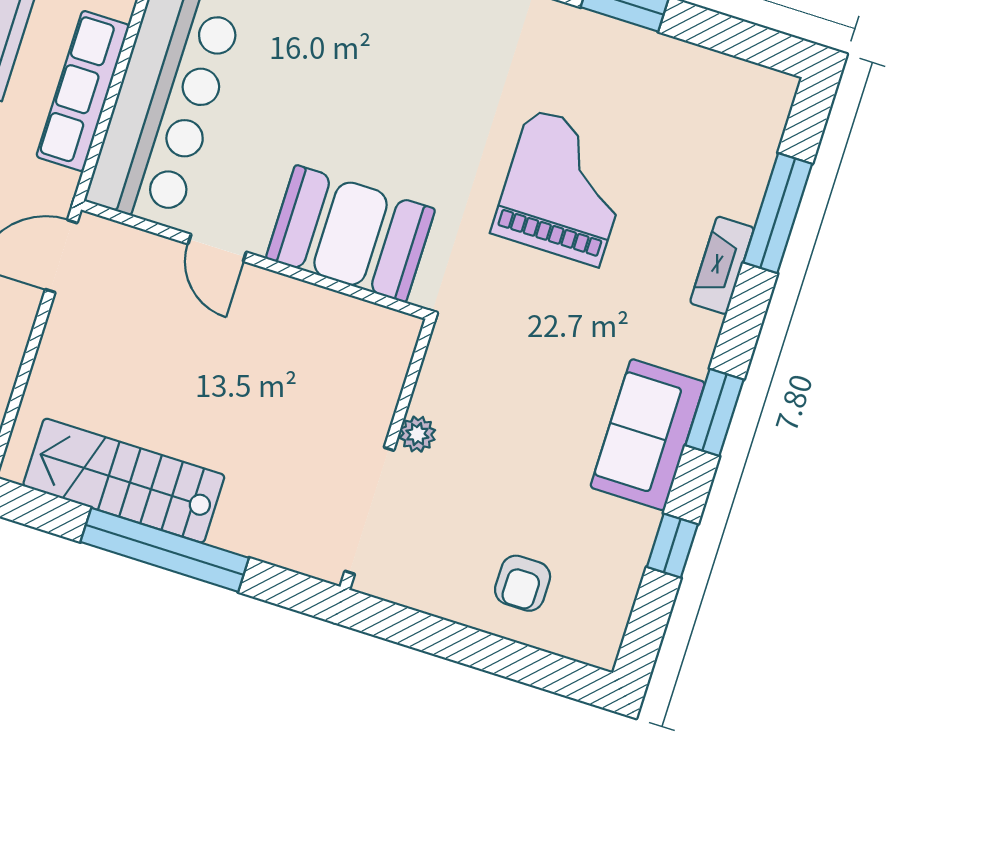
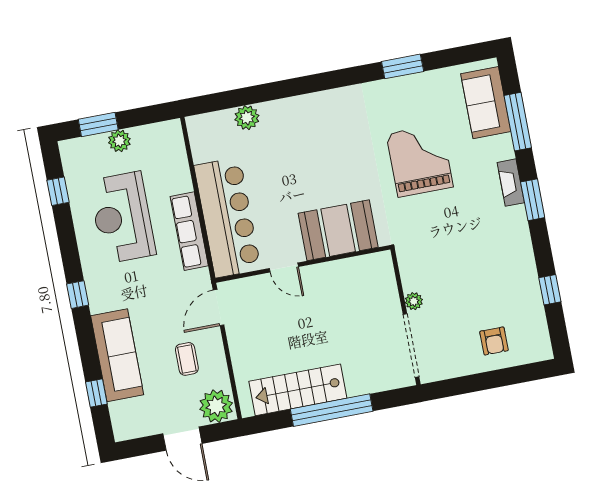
fireplace: (722, 265) -> (511, 183), moved
window: (715, 412) -> (533, 200), moved
sofa: (648, 435) -> (486, 103), moved

